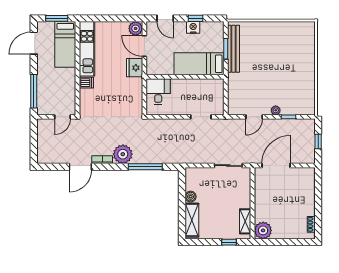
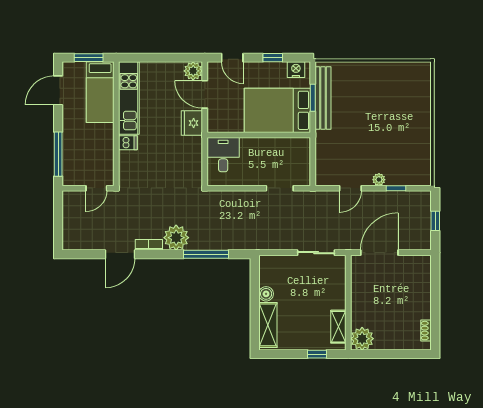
nightstand: (193, 27) -> (296, 70), moved
bed: (199, 64) -> (277, 110), width x1.50

